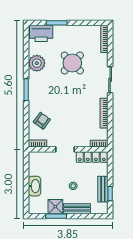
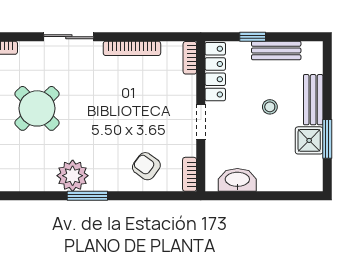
plant: (37, 63) -> (73, 176), moved
washbasin: (35, 186) -> (237, 180), moved
window: (110, 194) -> (253, 37), moved

